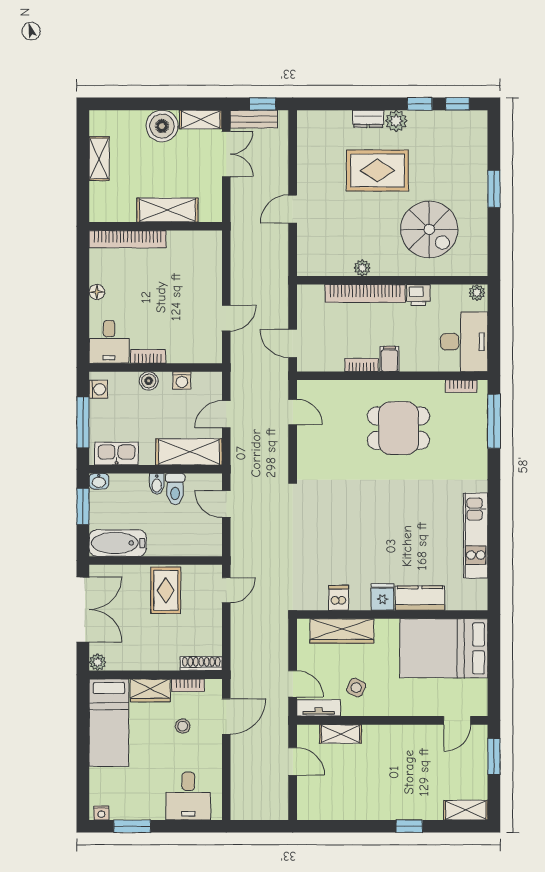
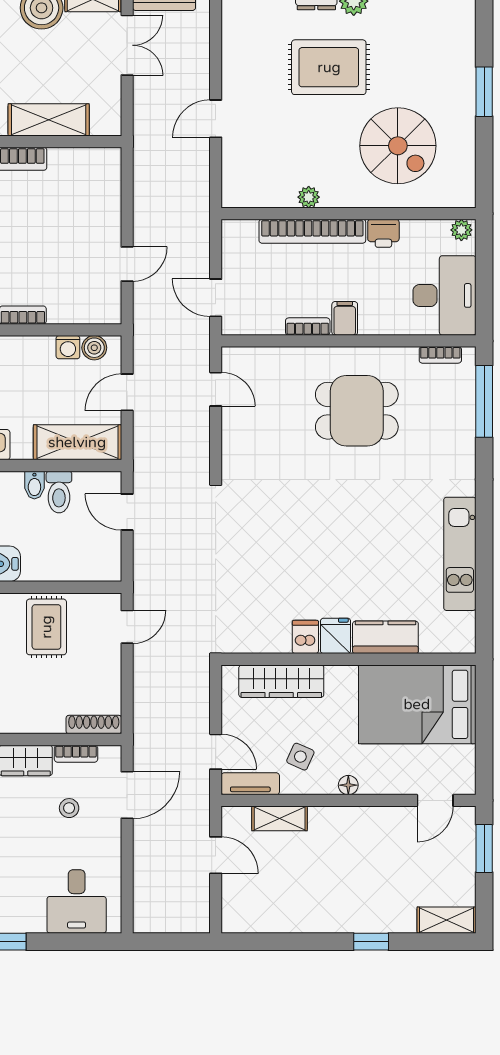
boiler: (149, 381) -> (94, 348), moved
dishwasher: (339, 598) -> (305, 637), moved
floor lamp: (392, 709) -> (348, 785), added

